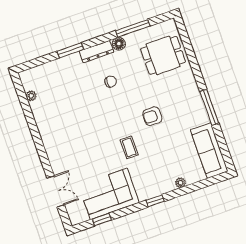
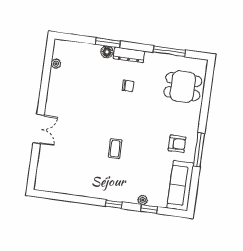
floor lamp: (119, 44) -> (107, 52), moved
armchair: (152, 116) -> (177, 144), moved, turned 180
double door: (56, 191) -> (39, 129), moved
corner sofa: (109, 194) -> (78, 179), removed
window: (102, 220) -> (149, 209), moved

